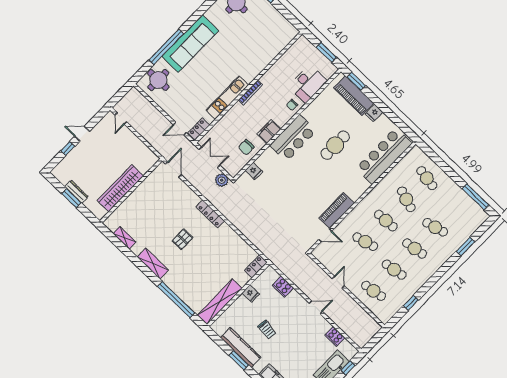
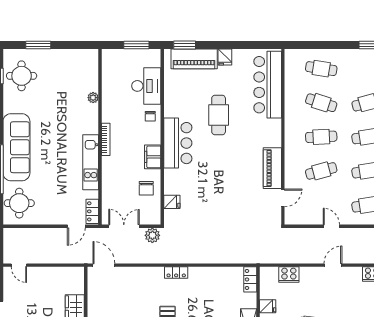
plant: (268, 59) -> (93, 98), added
locker: (210, 214) -> (176, 273), width x0.66

